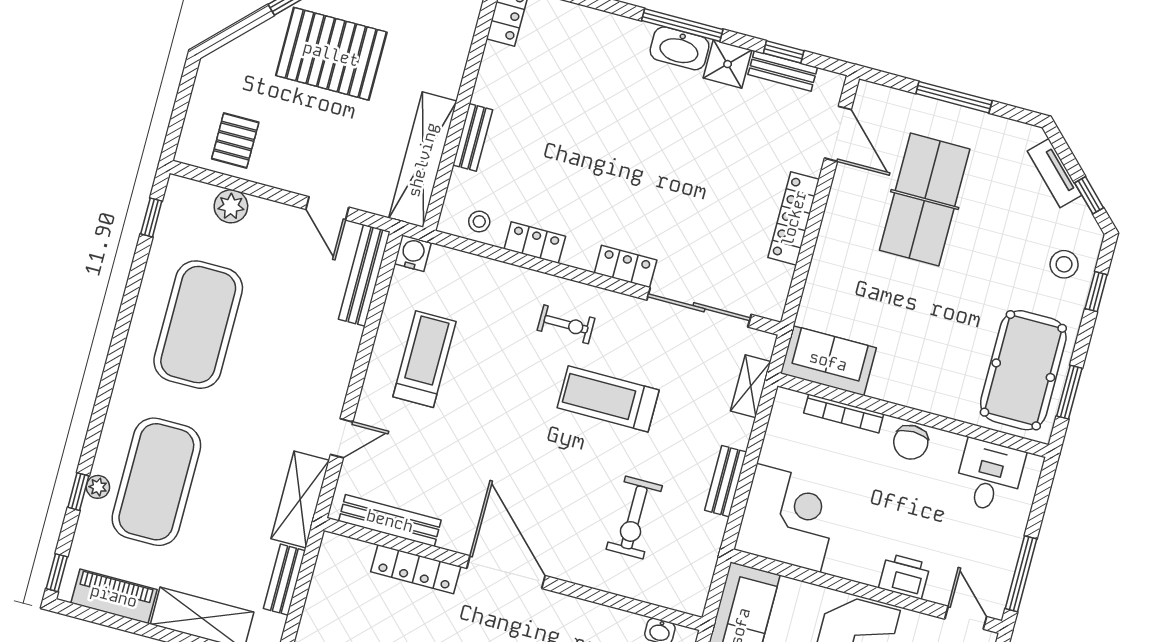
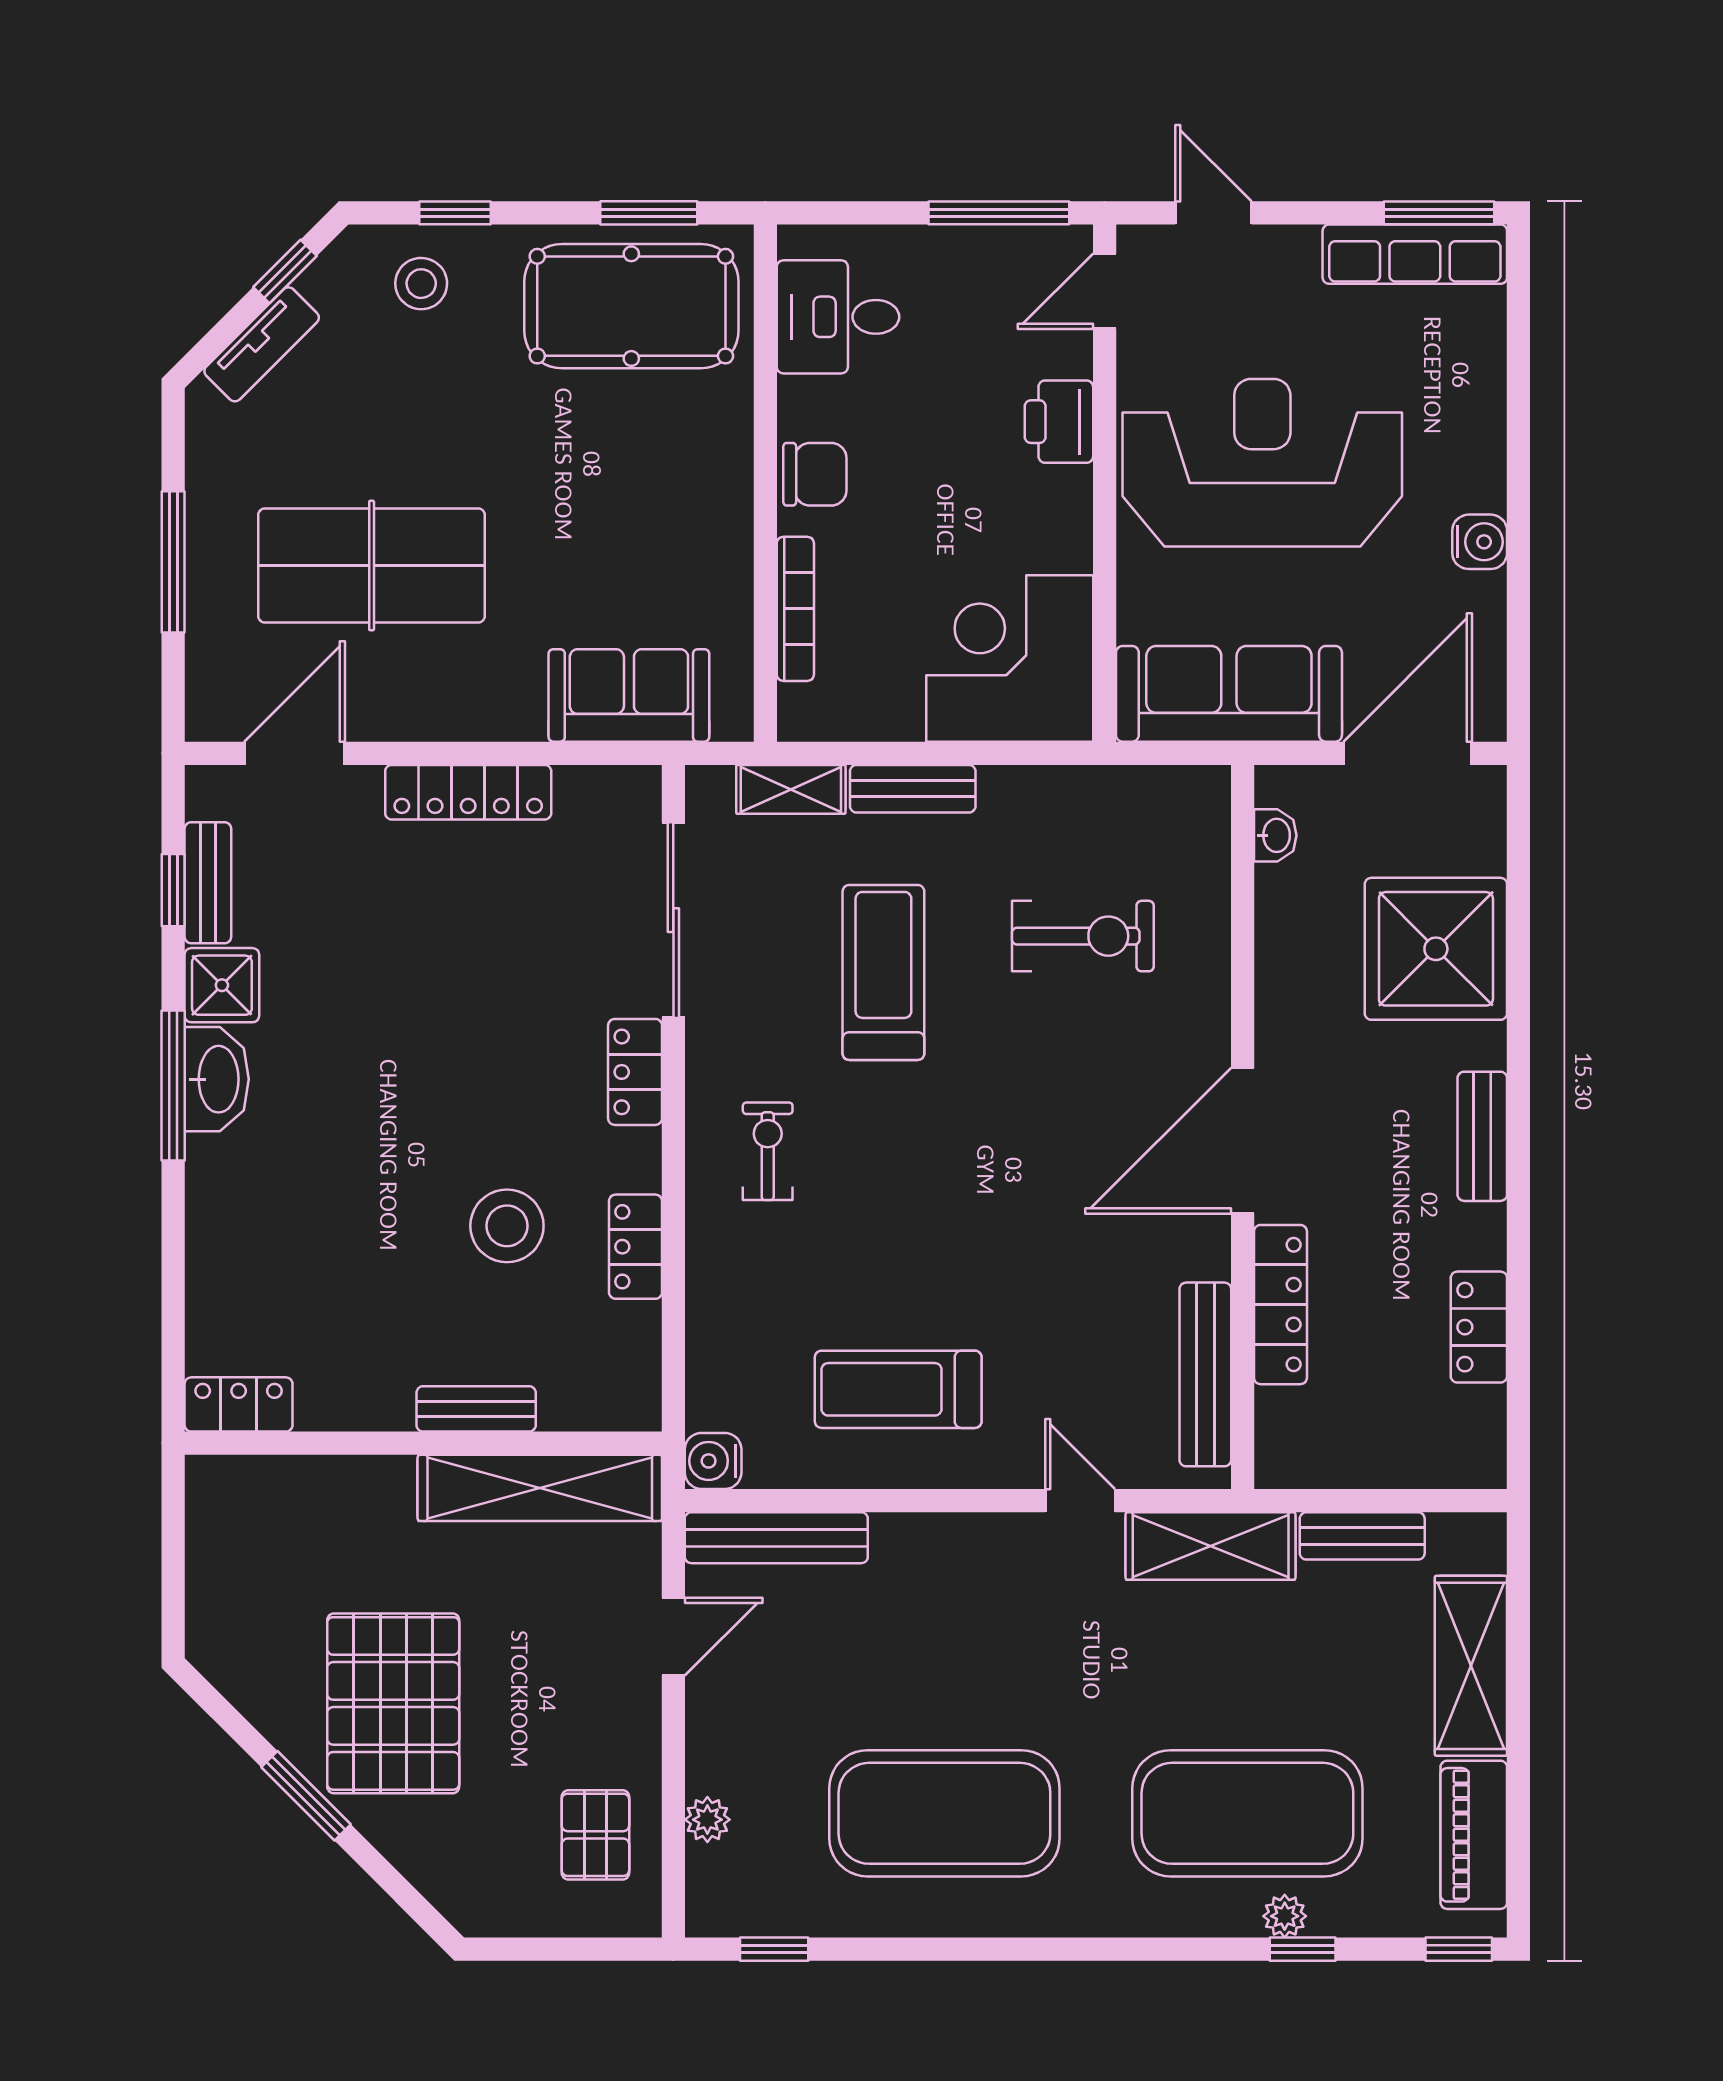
pallet: (235, 141) -> (595, 1835), turned 90
plant: (231, 206) -> (707, 1820), width x0.73, depth x0.73
stool: (479, 222) -> (507, 1226), moved, width x1.89, depth x1.89
sofa: (828, 361) -> (629, 695), moved, turned 90
treadmill: (608, 399) -> (883, 972), moved, turned 180
bench: (726, 481) -> (913, 789), moved

